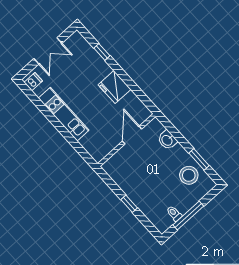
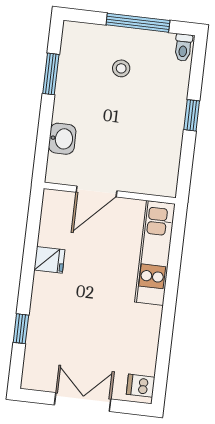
fridge: (115, 87) -> (49, 260), width x0.53, depth x0.75
kitchen unit: (64, 114) -> (155, 253), moved
stool: (189, 175) -> (121, 68), moved, width x0.53, depth x0.53
toilet: (174, 213) -> (183, 48), moved

